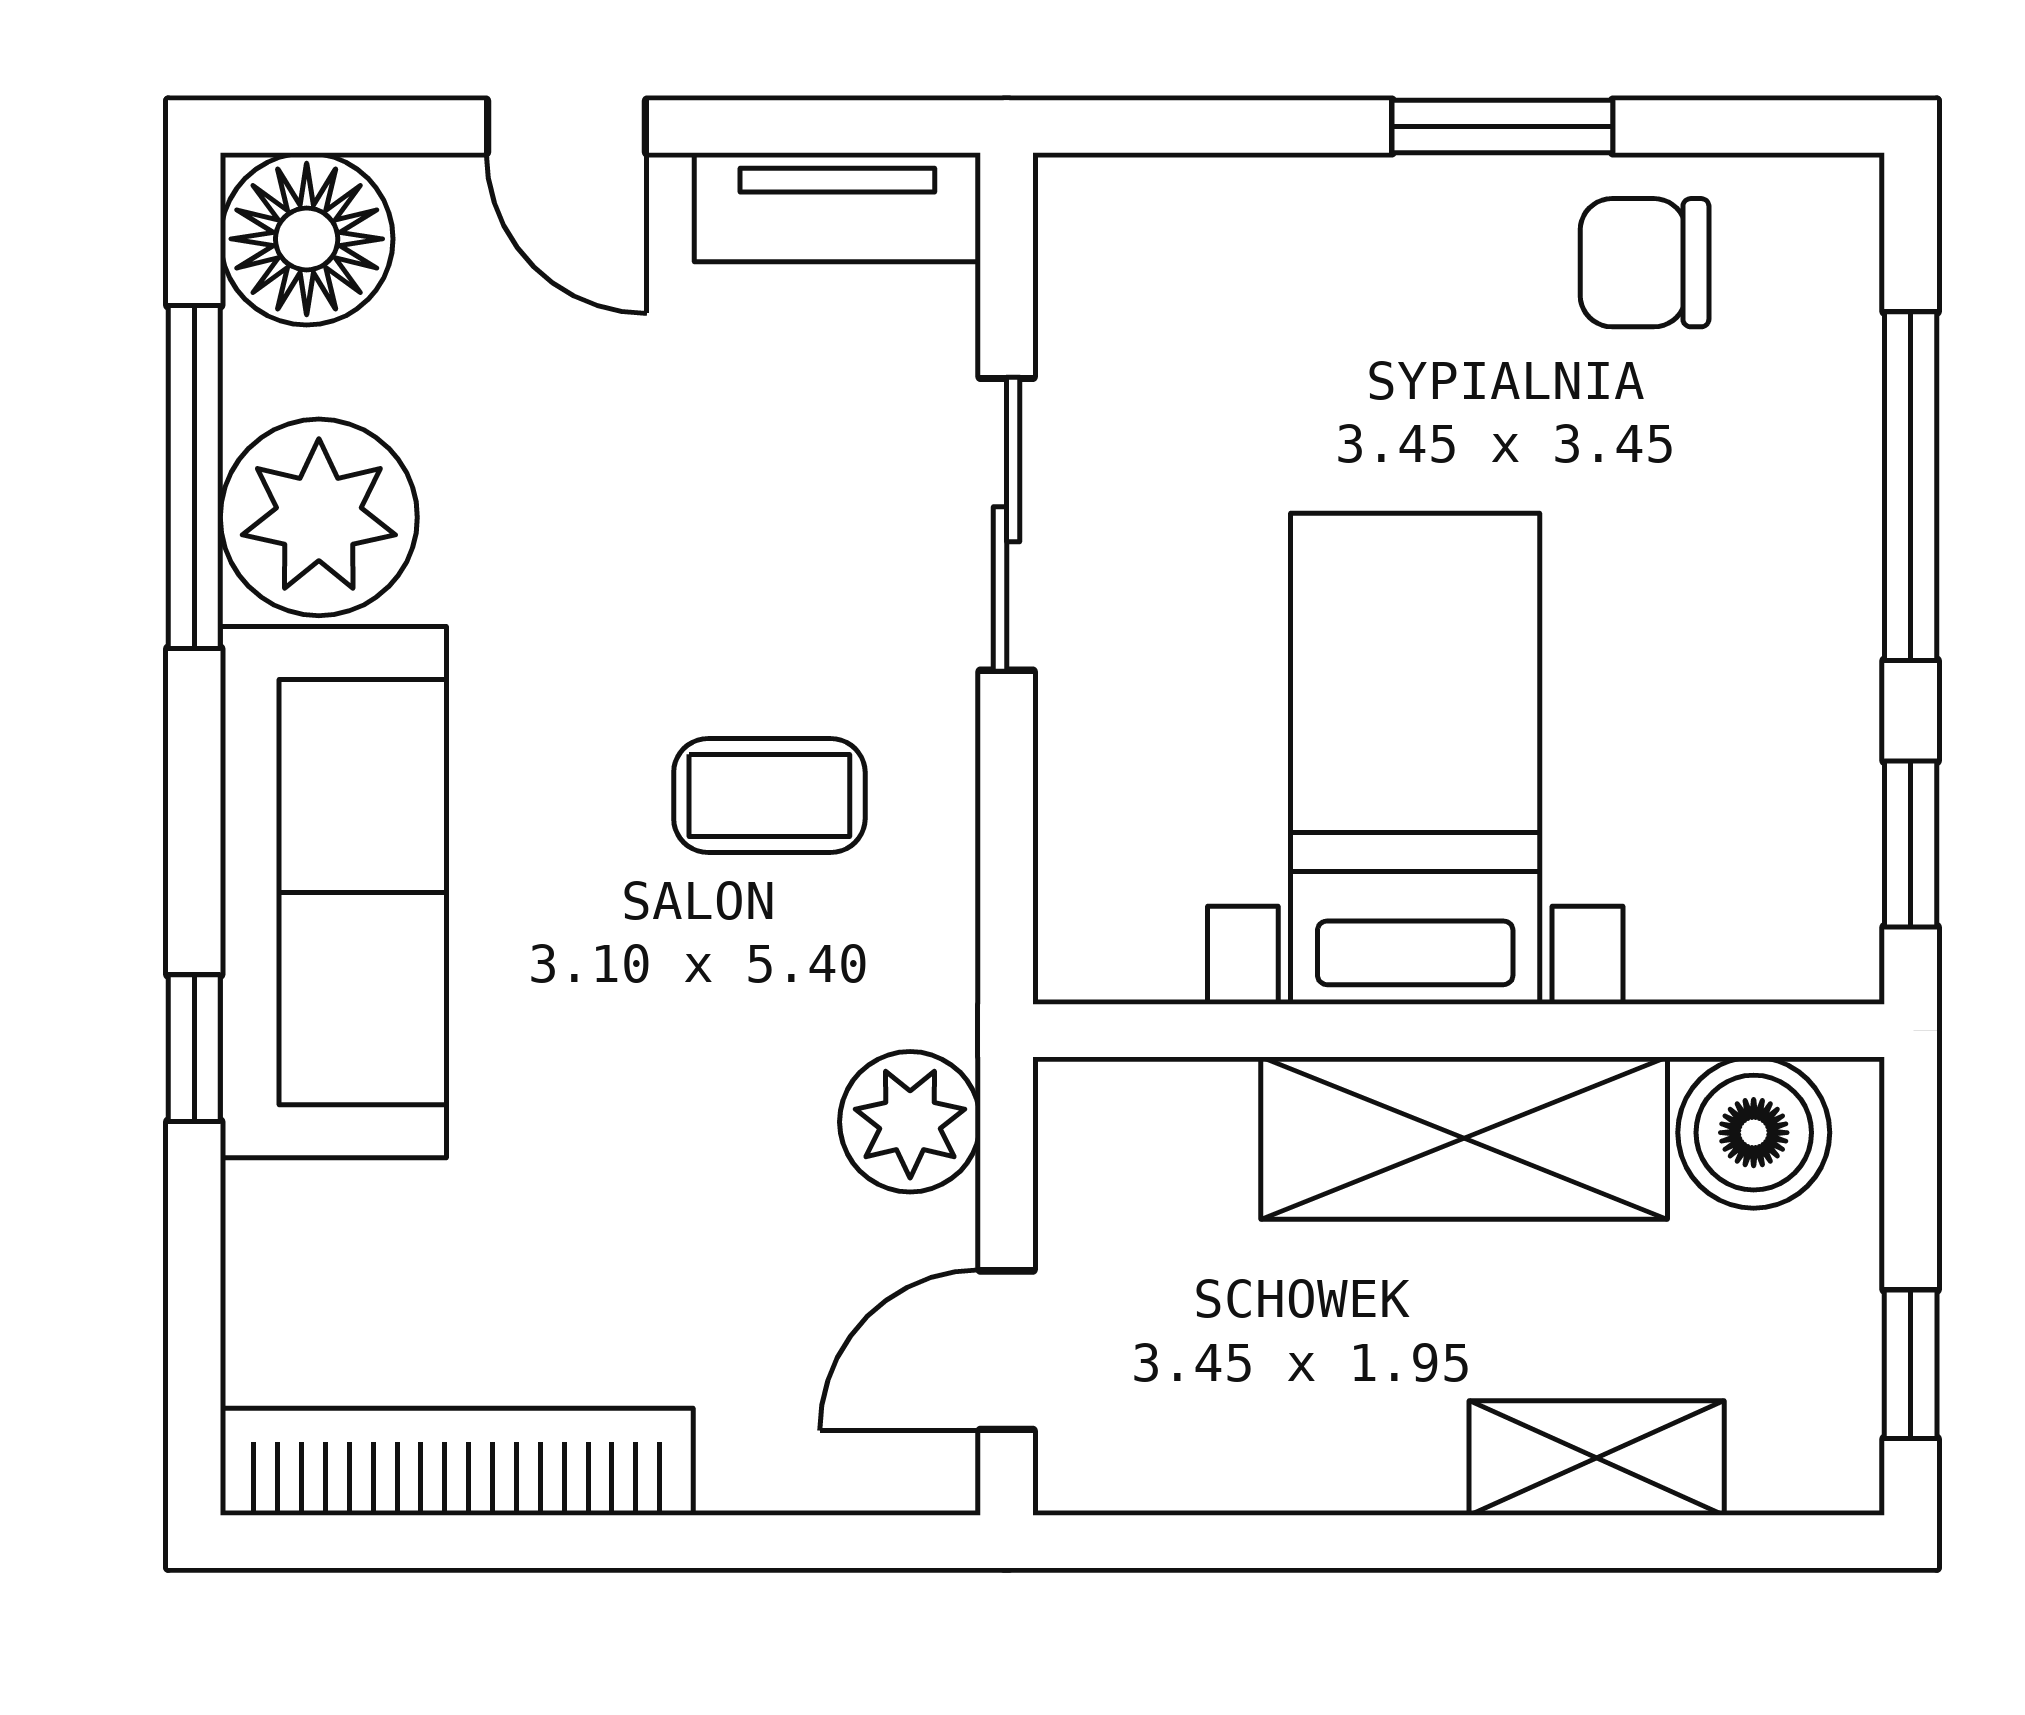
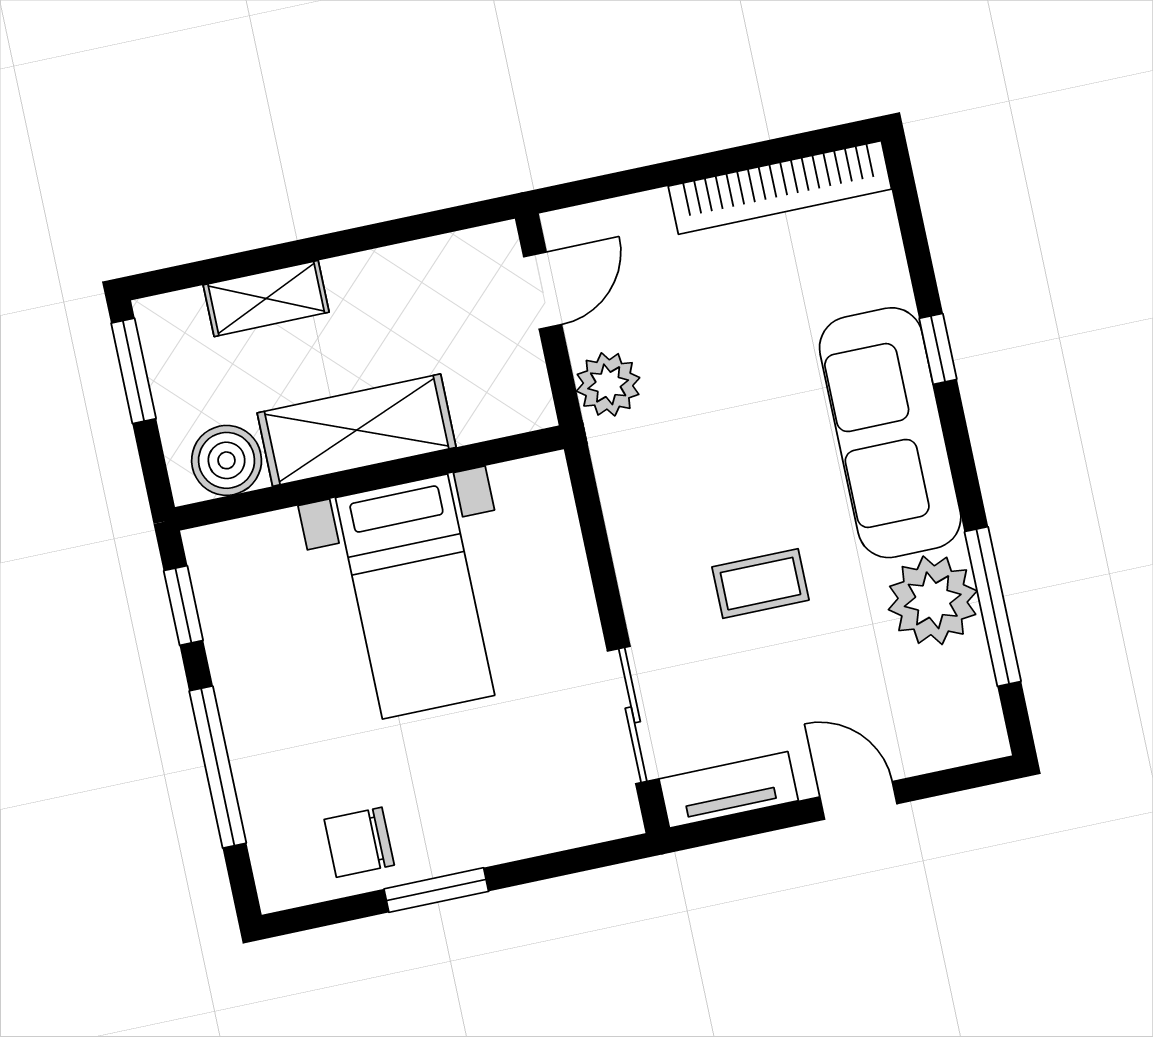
floor lamp: (307, 239) -> (965, 725), removed
chair: (1645, 263) -> (359, 842), turned 180
sliding door: (1007, 524) -> (633, 715), moved
coffee table: (769, 796) -> (760, 584), moved
window: (1911, 1364) -> (134, 371), width x1.50

